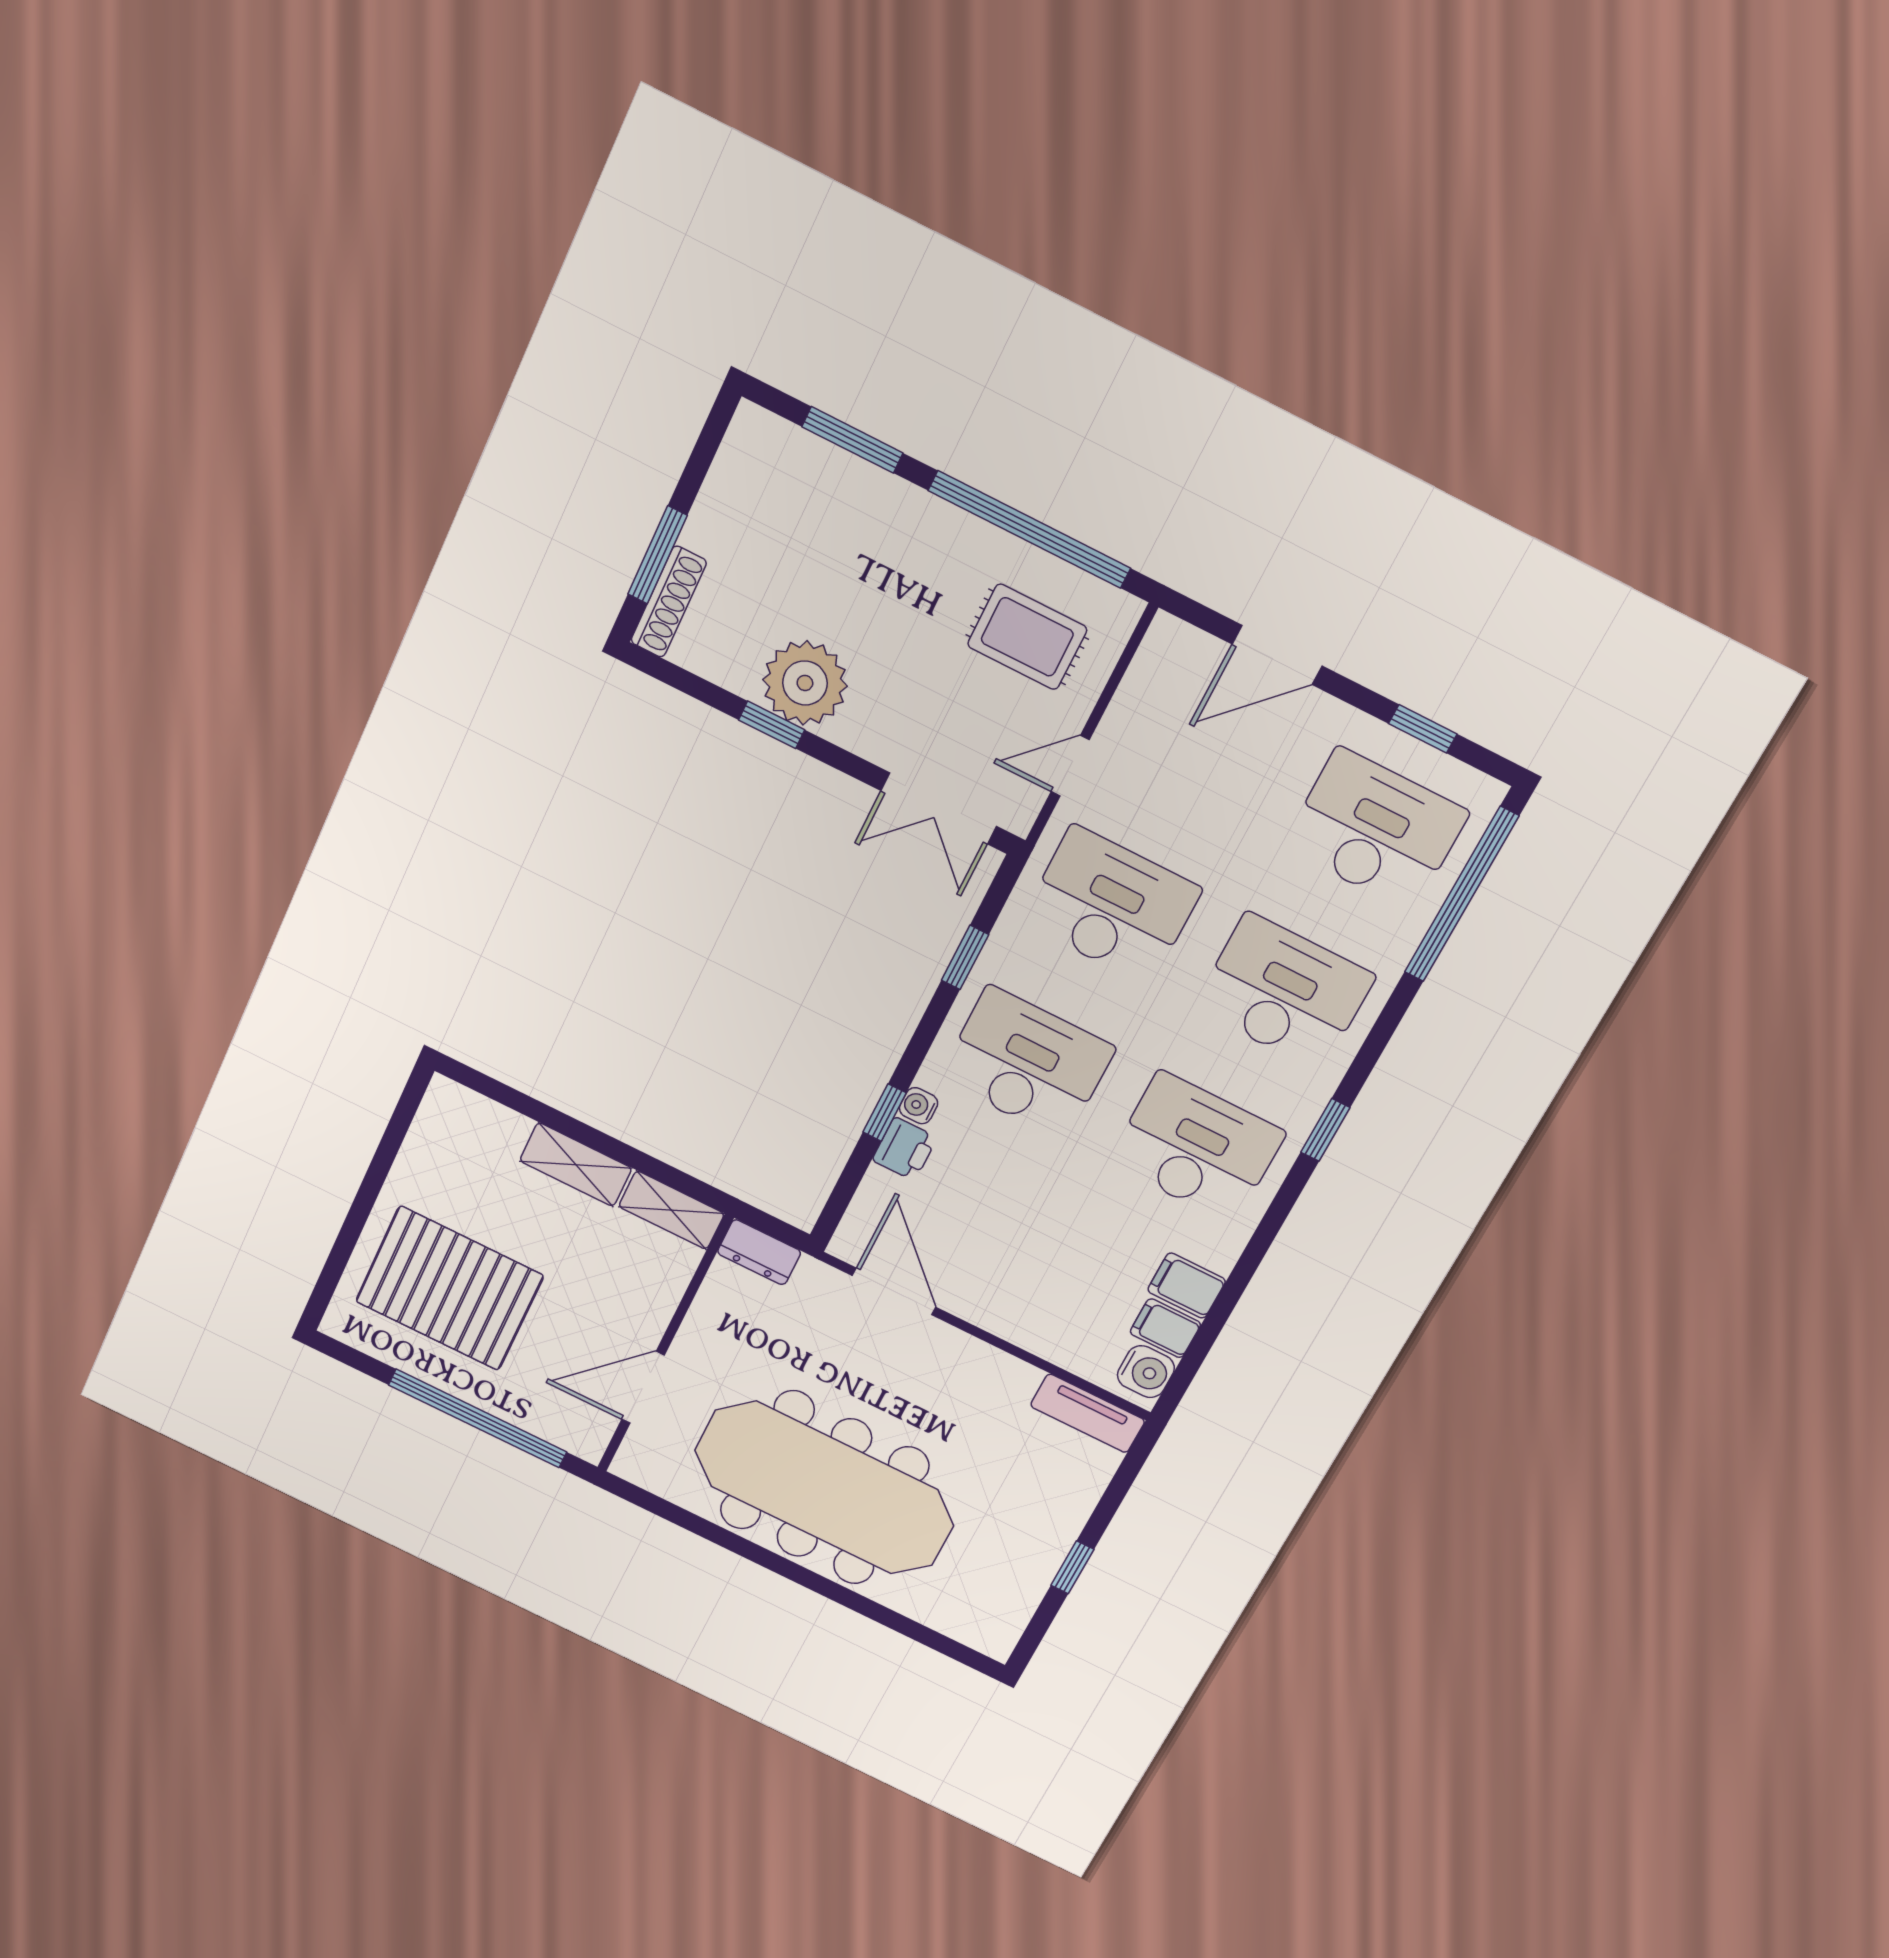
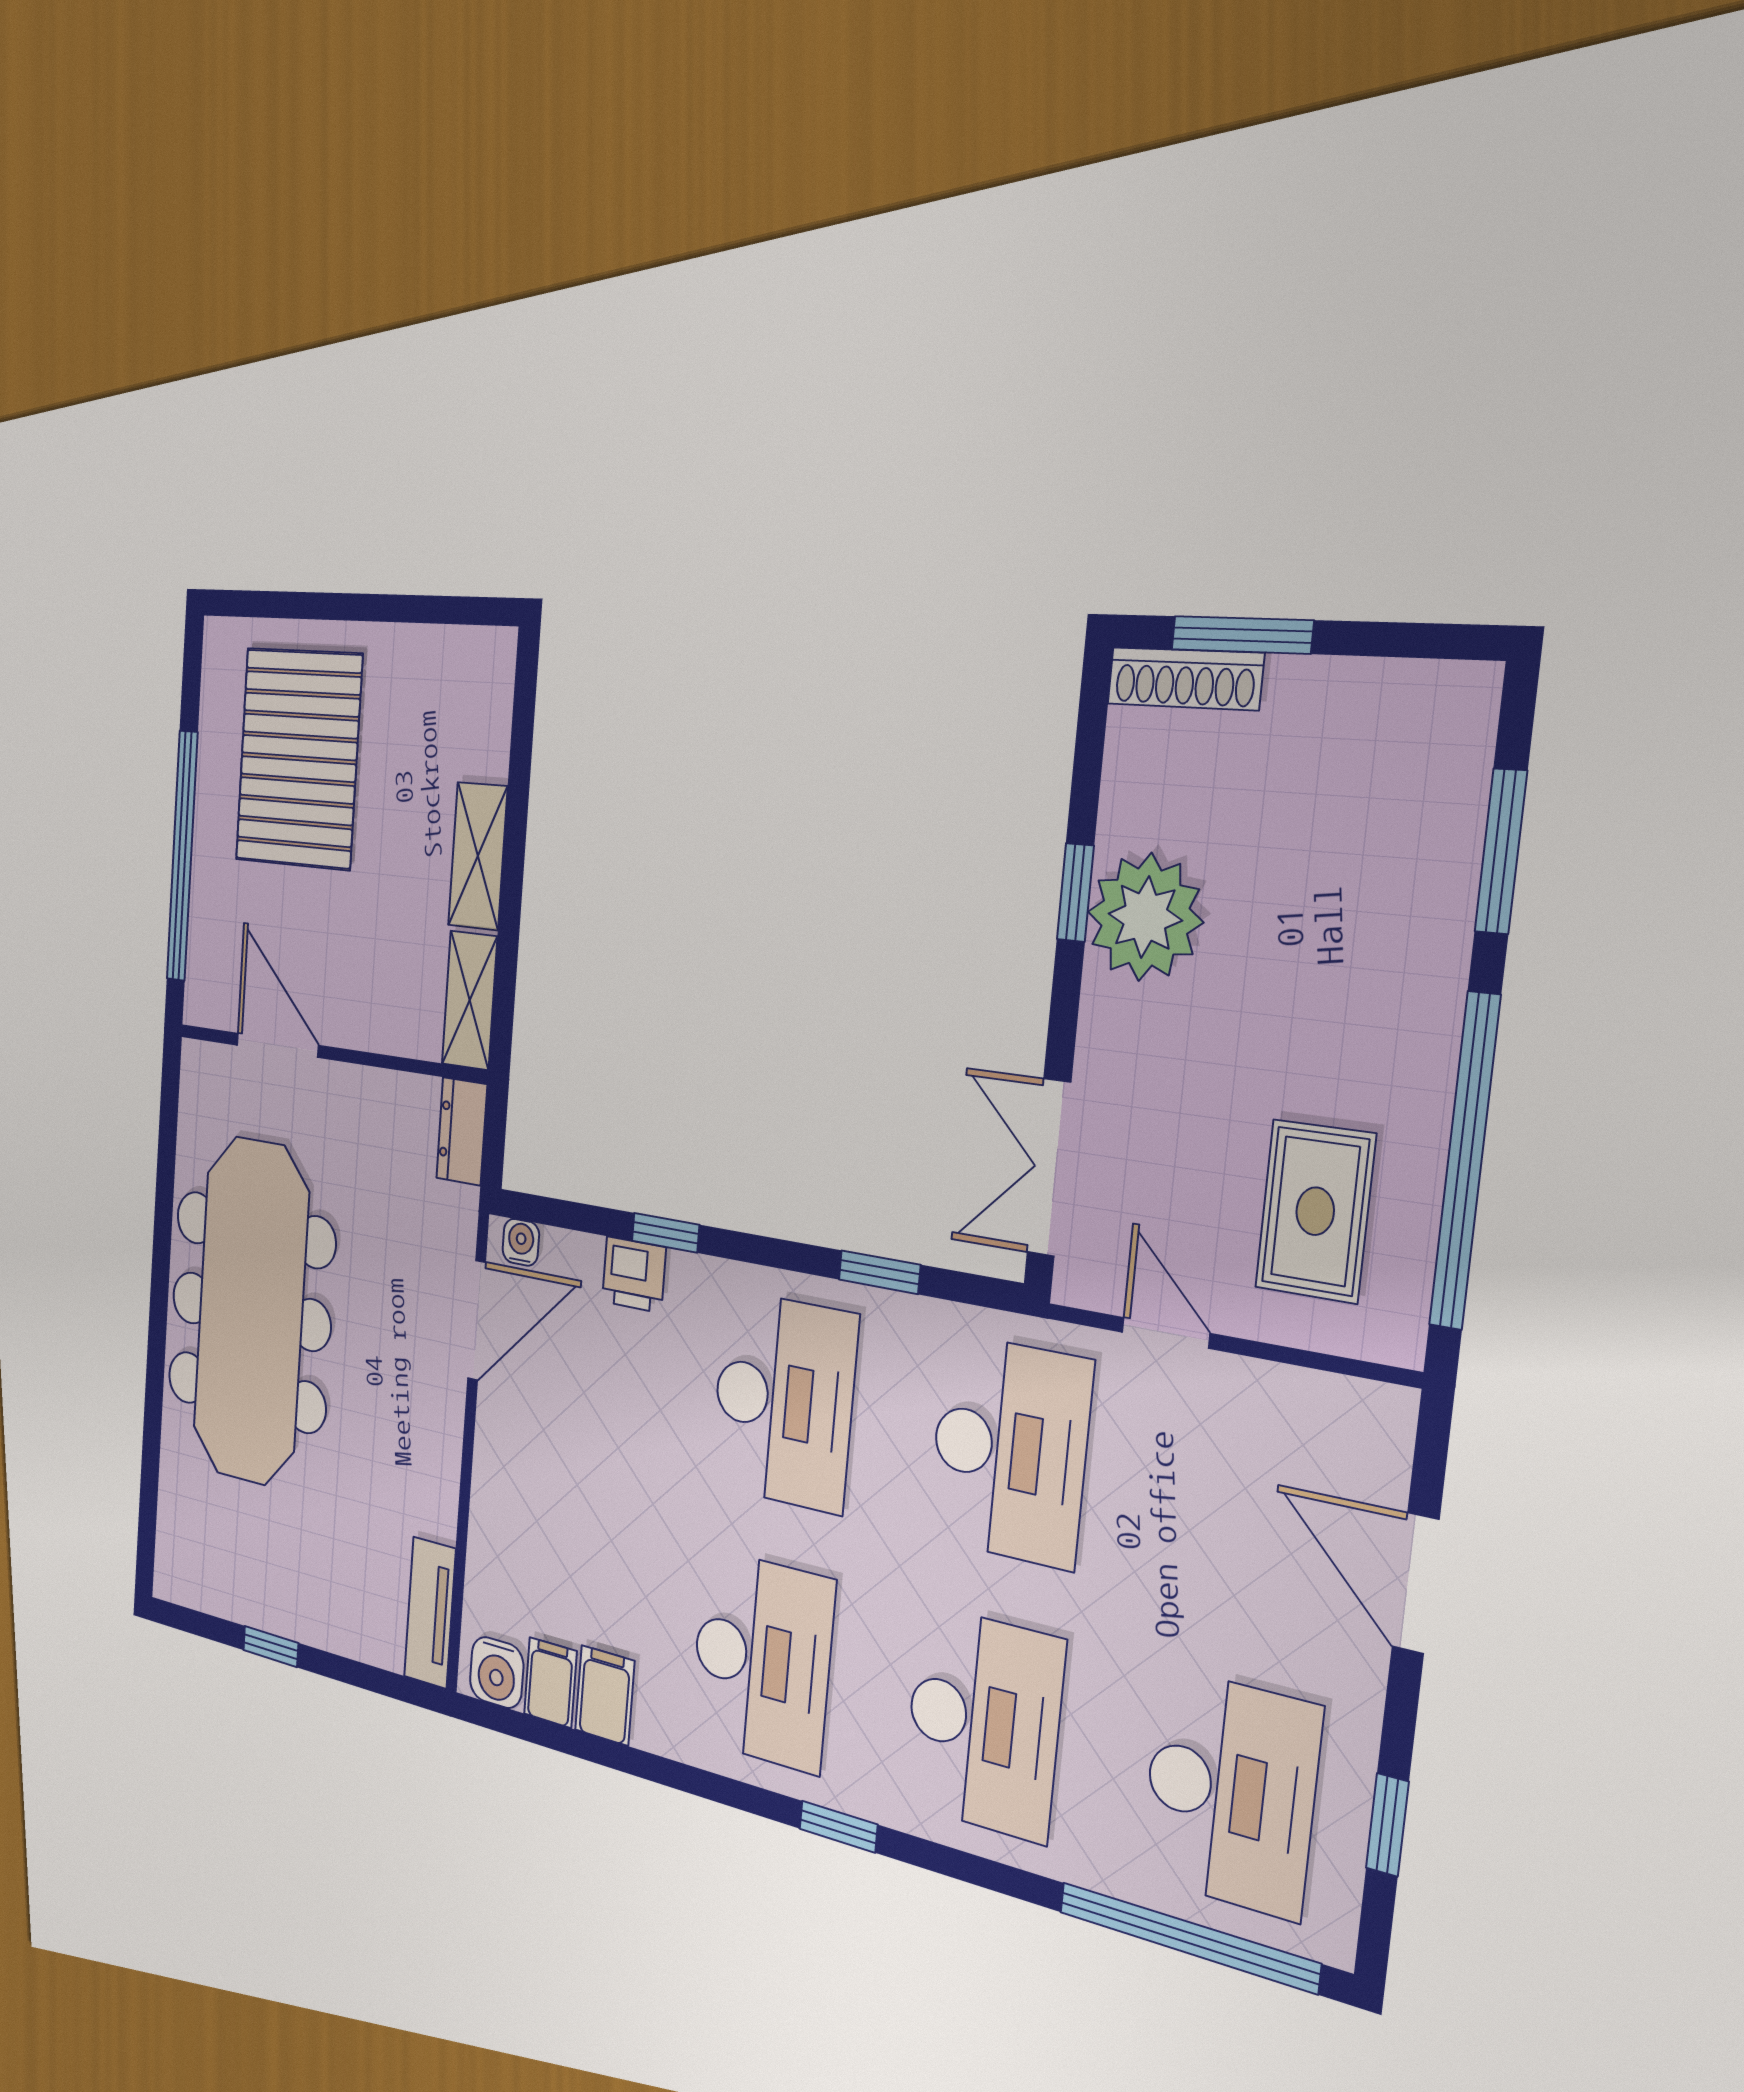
water cooler: (919, 1106) -> (521, 1242), moved

